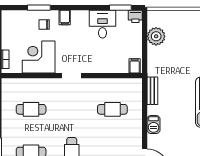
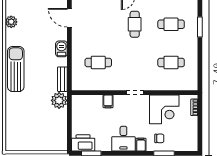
printer: (135, 16) -> (83, 143), width x1.87, depth x1.48
desk: (102, 24) -> (123, 139), moved
plant: (156, 36) -> (59, 100), moved
filing cabinet: (135, 66) -> (108, 101), moved

